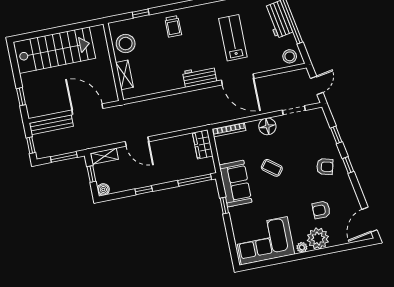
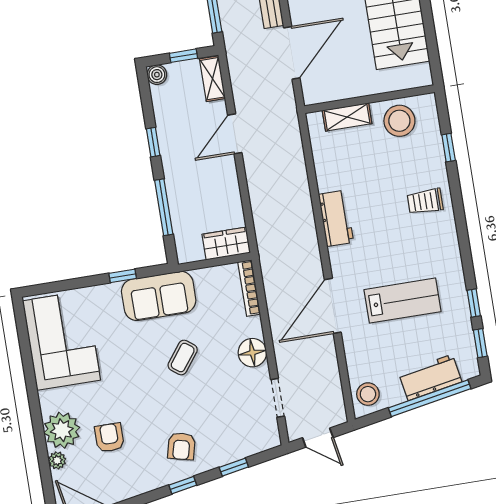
workbench: (200, 76) -> (336, 218), moved
window: (195, 180) -> (164, 207), moved
plant: (302, 247) -> (57, 460), moved

